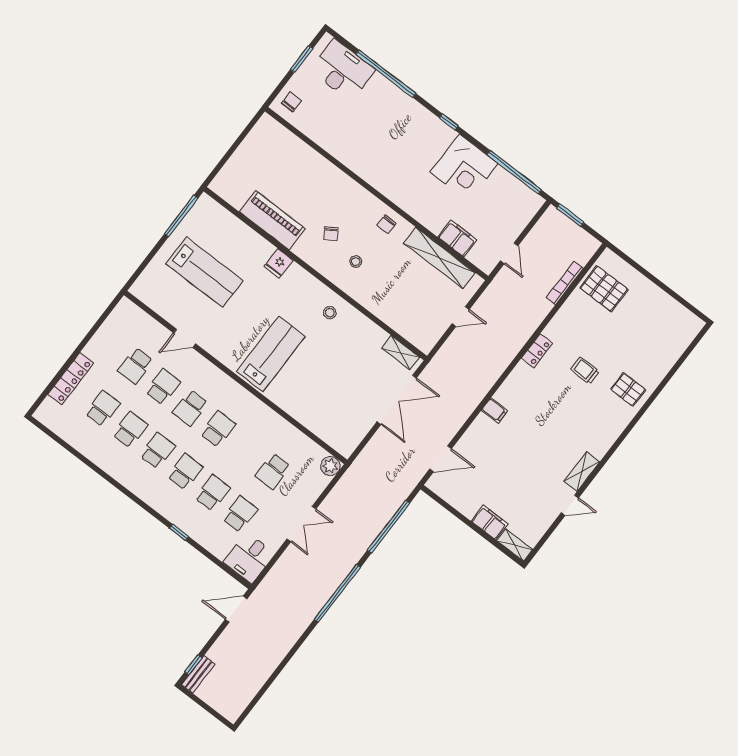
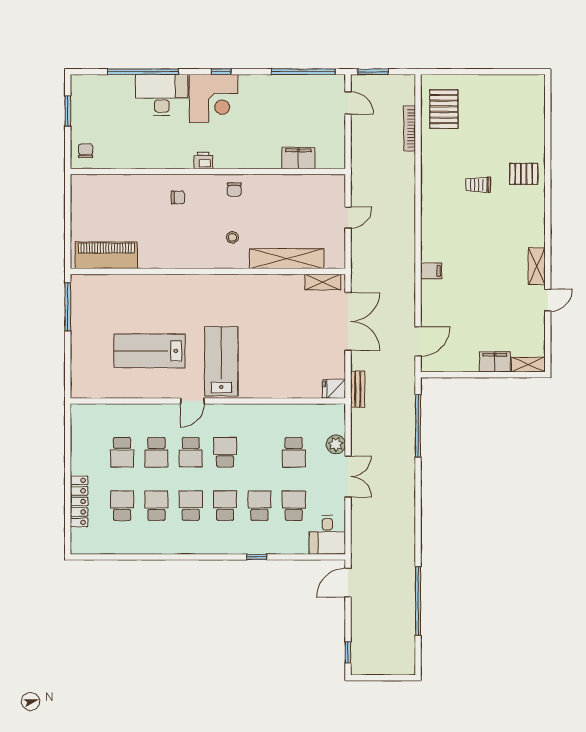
desk: (343, 70) -> (162, 95), moved
corner desk: (464, 168) -> (213, 98), moved
printer: (380, 182) -> (203, 160), added
piano: (272, 220) -> (106, 255), moved
chair: (331, 234) -> (178, 197), moved, turned -57
door: (509, 253) -> (348, 103), moved
shelving: (439, 258) -> (287, 259), moved
fridge: (279, 263) -> (334, 389), moved, turned 90
lab bench: (204, 272) -> (149, 351), moved, turned 180
pallet: (604, 289) -> (444, 109), turned 90
stool: (330, 313) -> (243, 293), removed
door: (185, 338) -> (192, 401), moved
locker: (537, 351) -> (429, 198), removed
school desk: (163, 387) -> (156, 452), turned 180
plant: (330, 466) -> (336, 444), moved
window: (337, 593) -> (418, 601), moved
bench: (198, 674) -> (358, 389), moved

